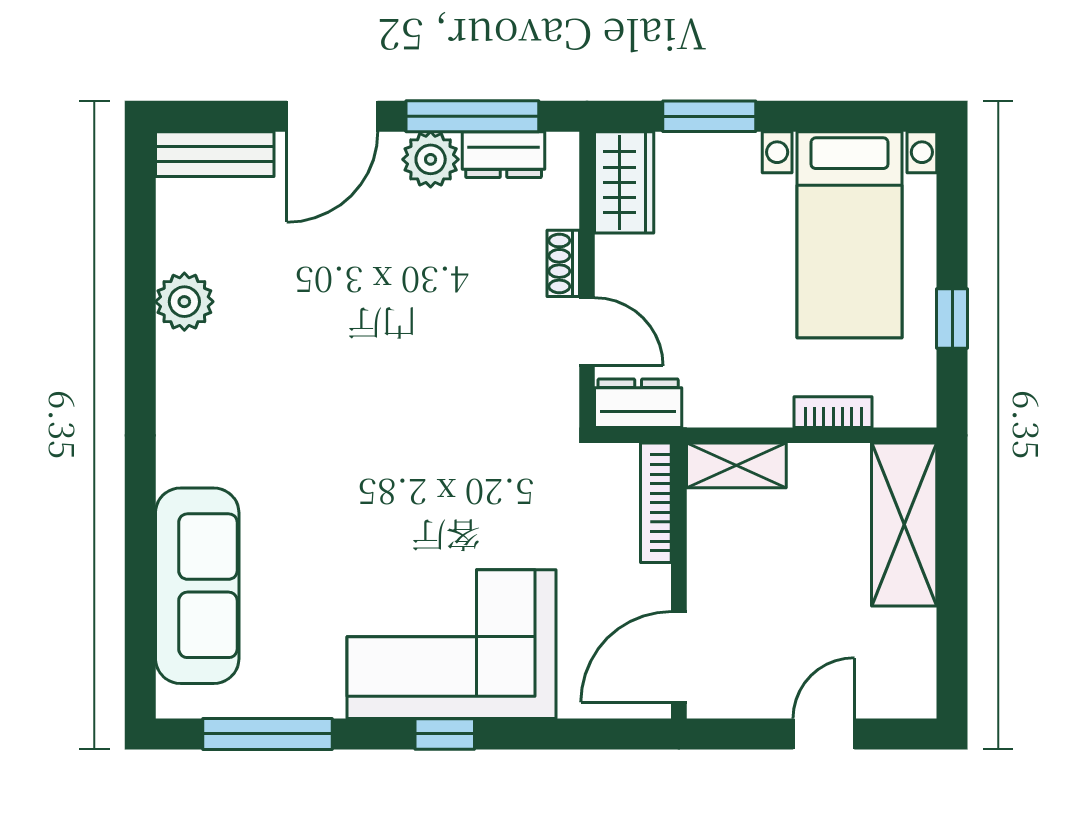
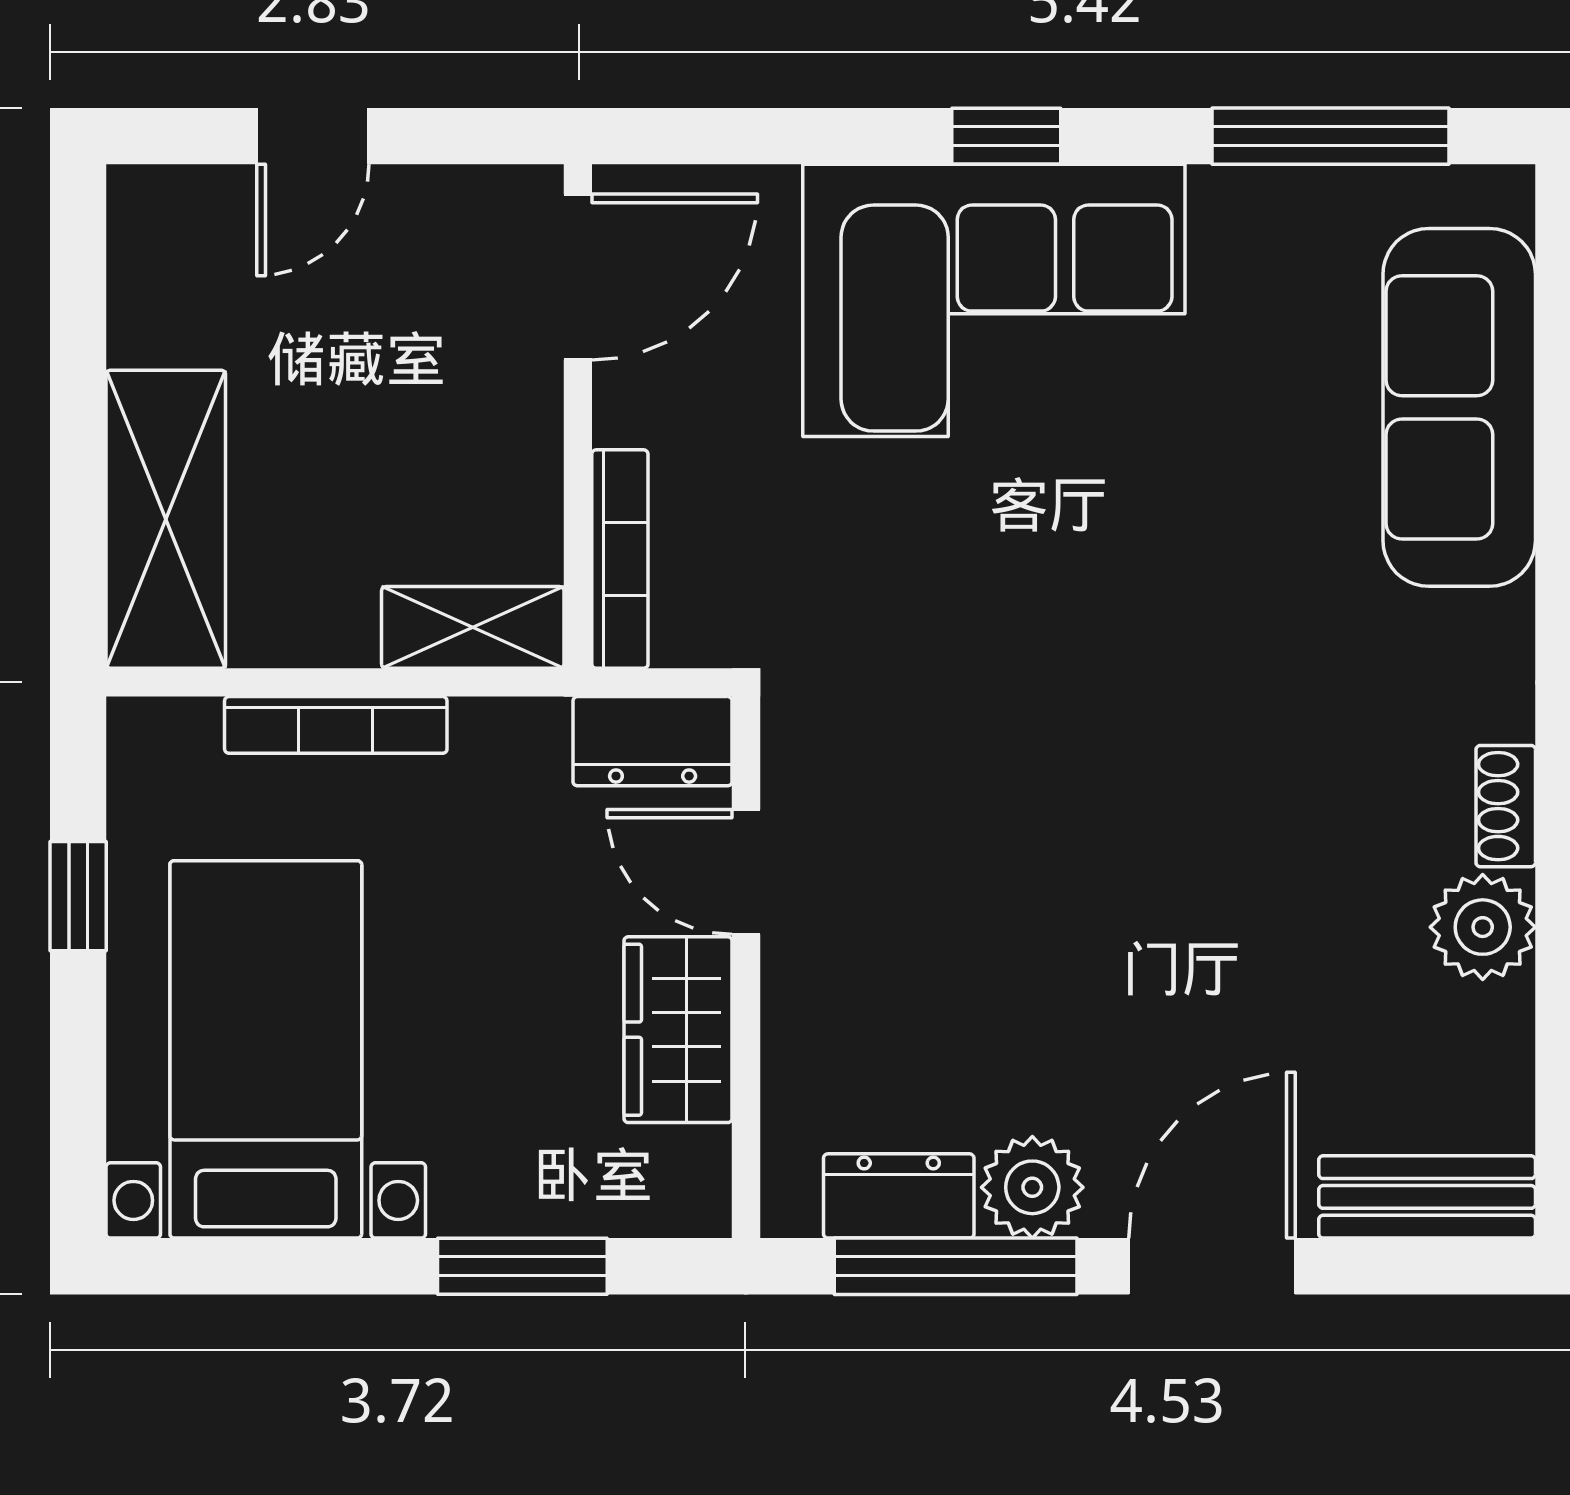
wardrobe: (624, 182) -> (678, 1030), moved
shoe rack: (563, 263) -> (1506, 806), moved, turned 180
bookcase: (833, 412) -> (336, 725), width x1.56

